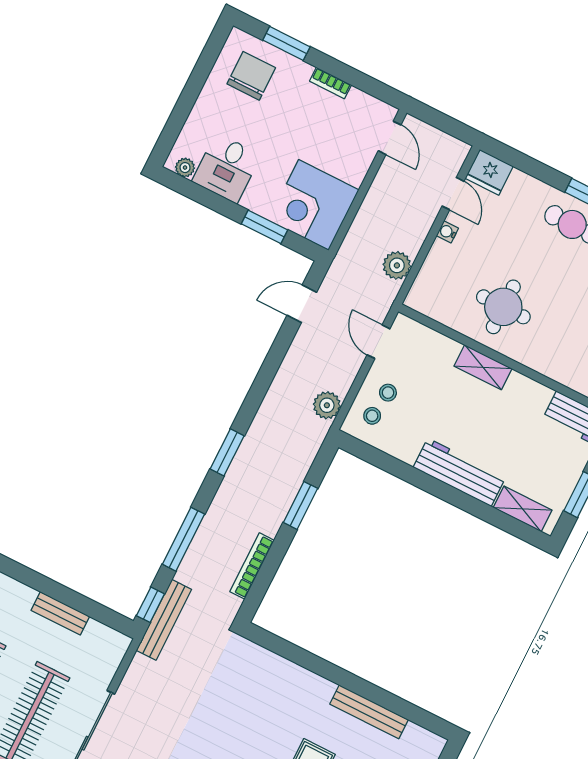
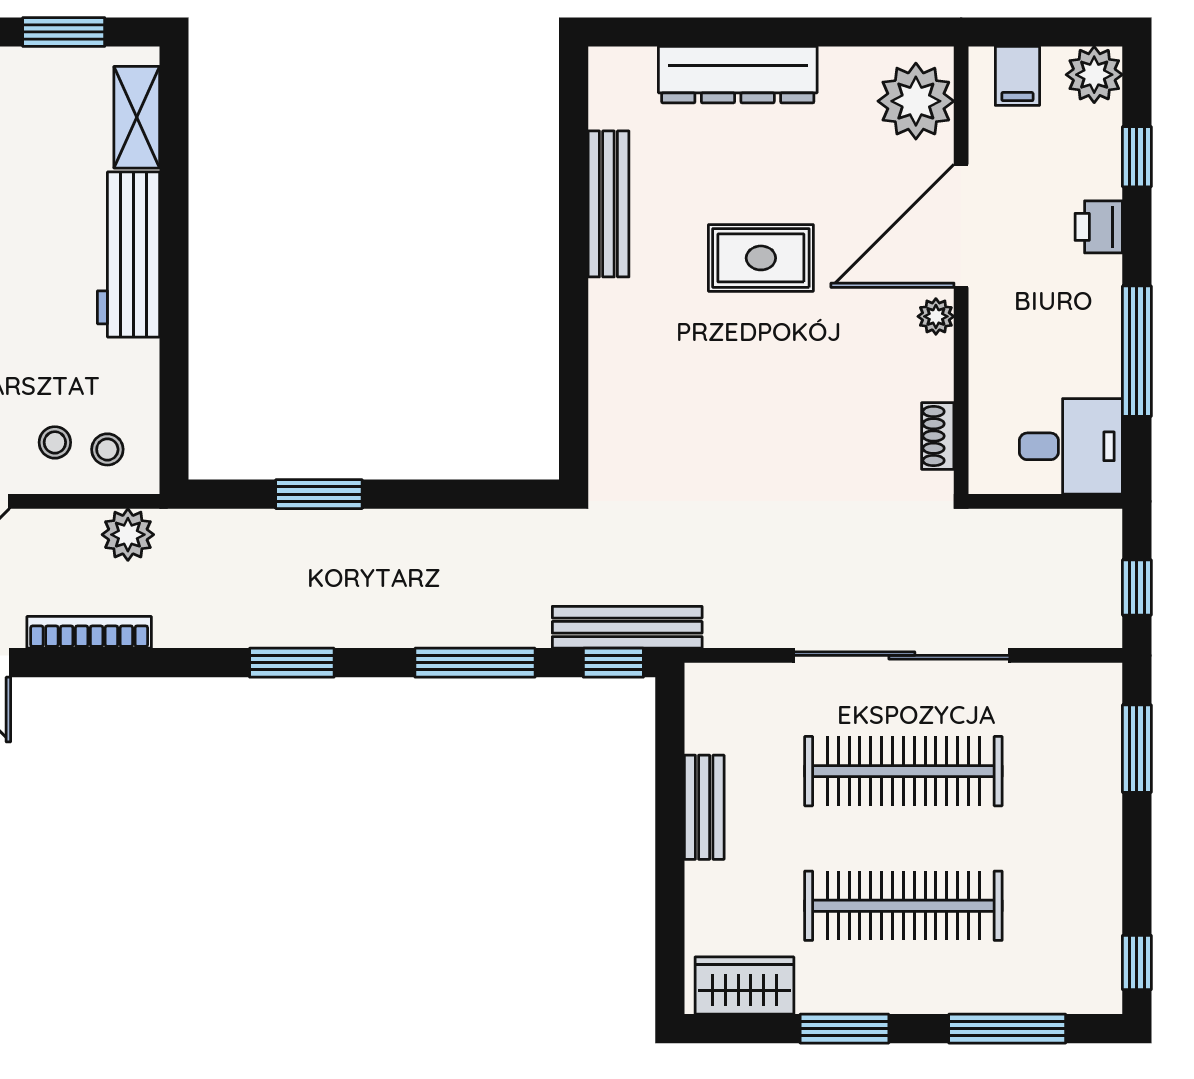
bookcase: (252, 566) -> (89, 632), moved, turned 180

